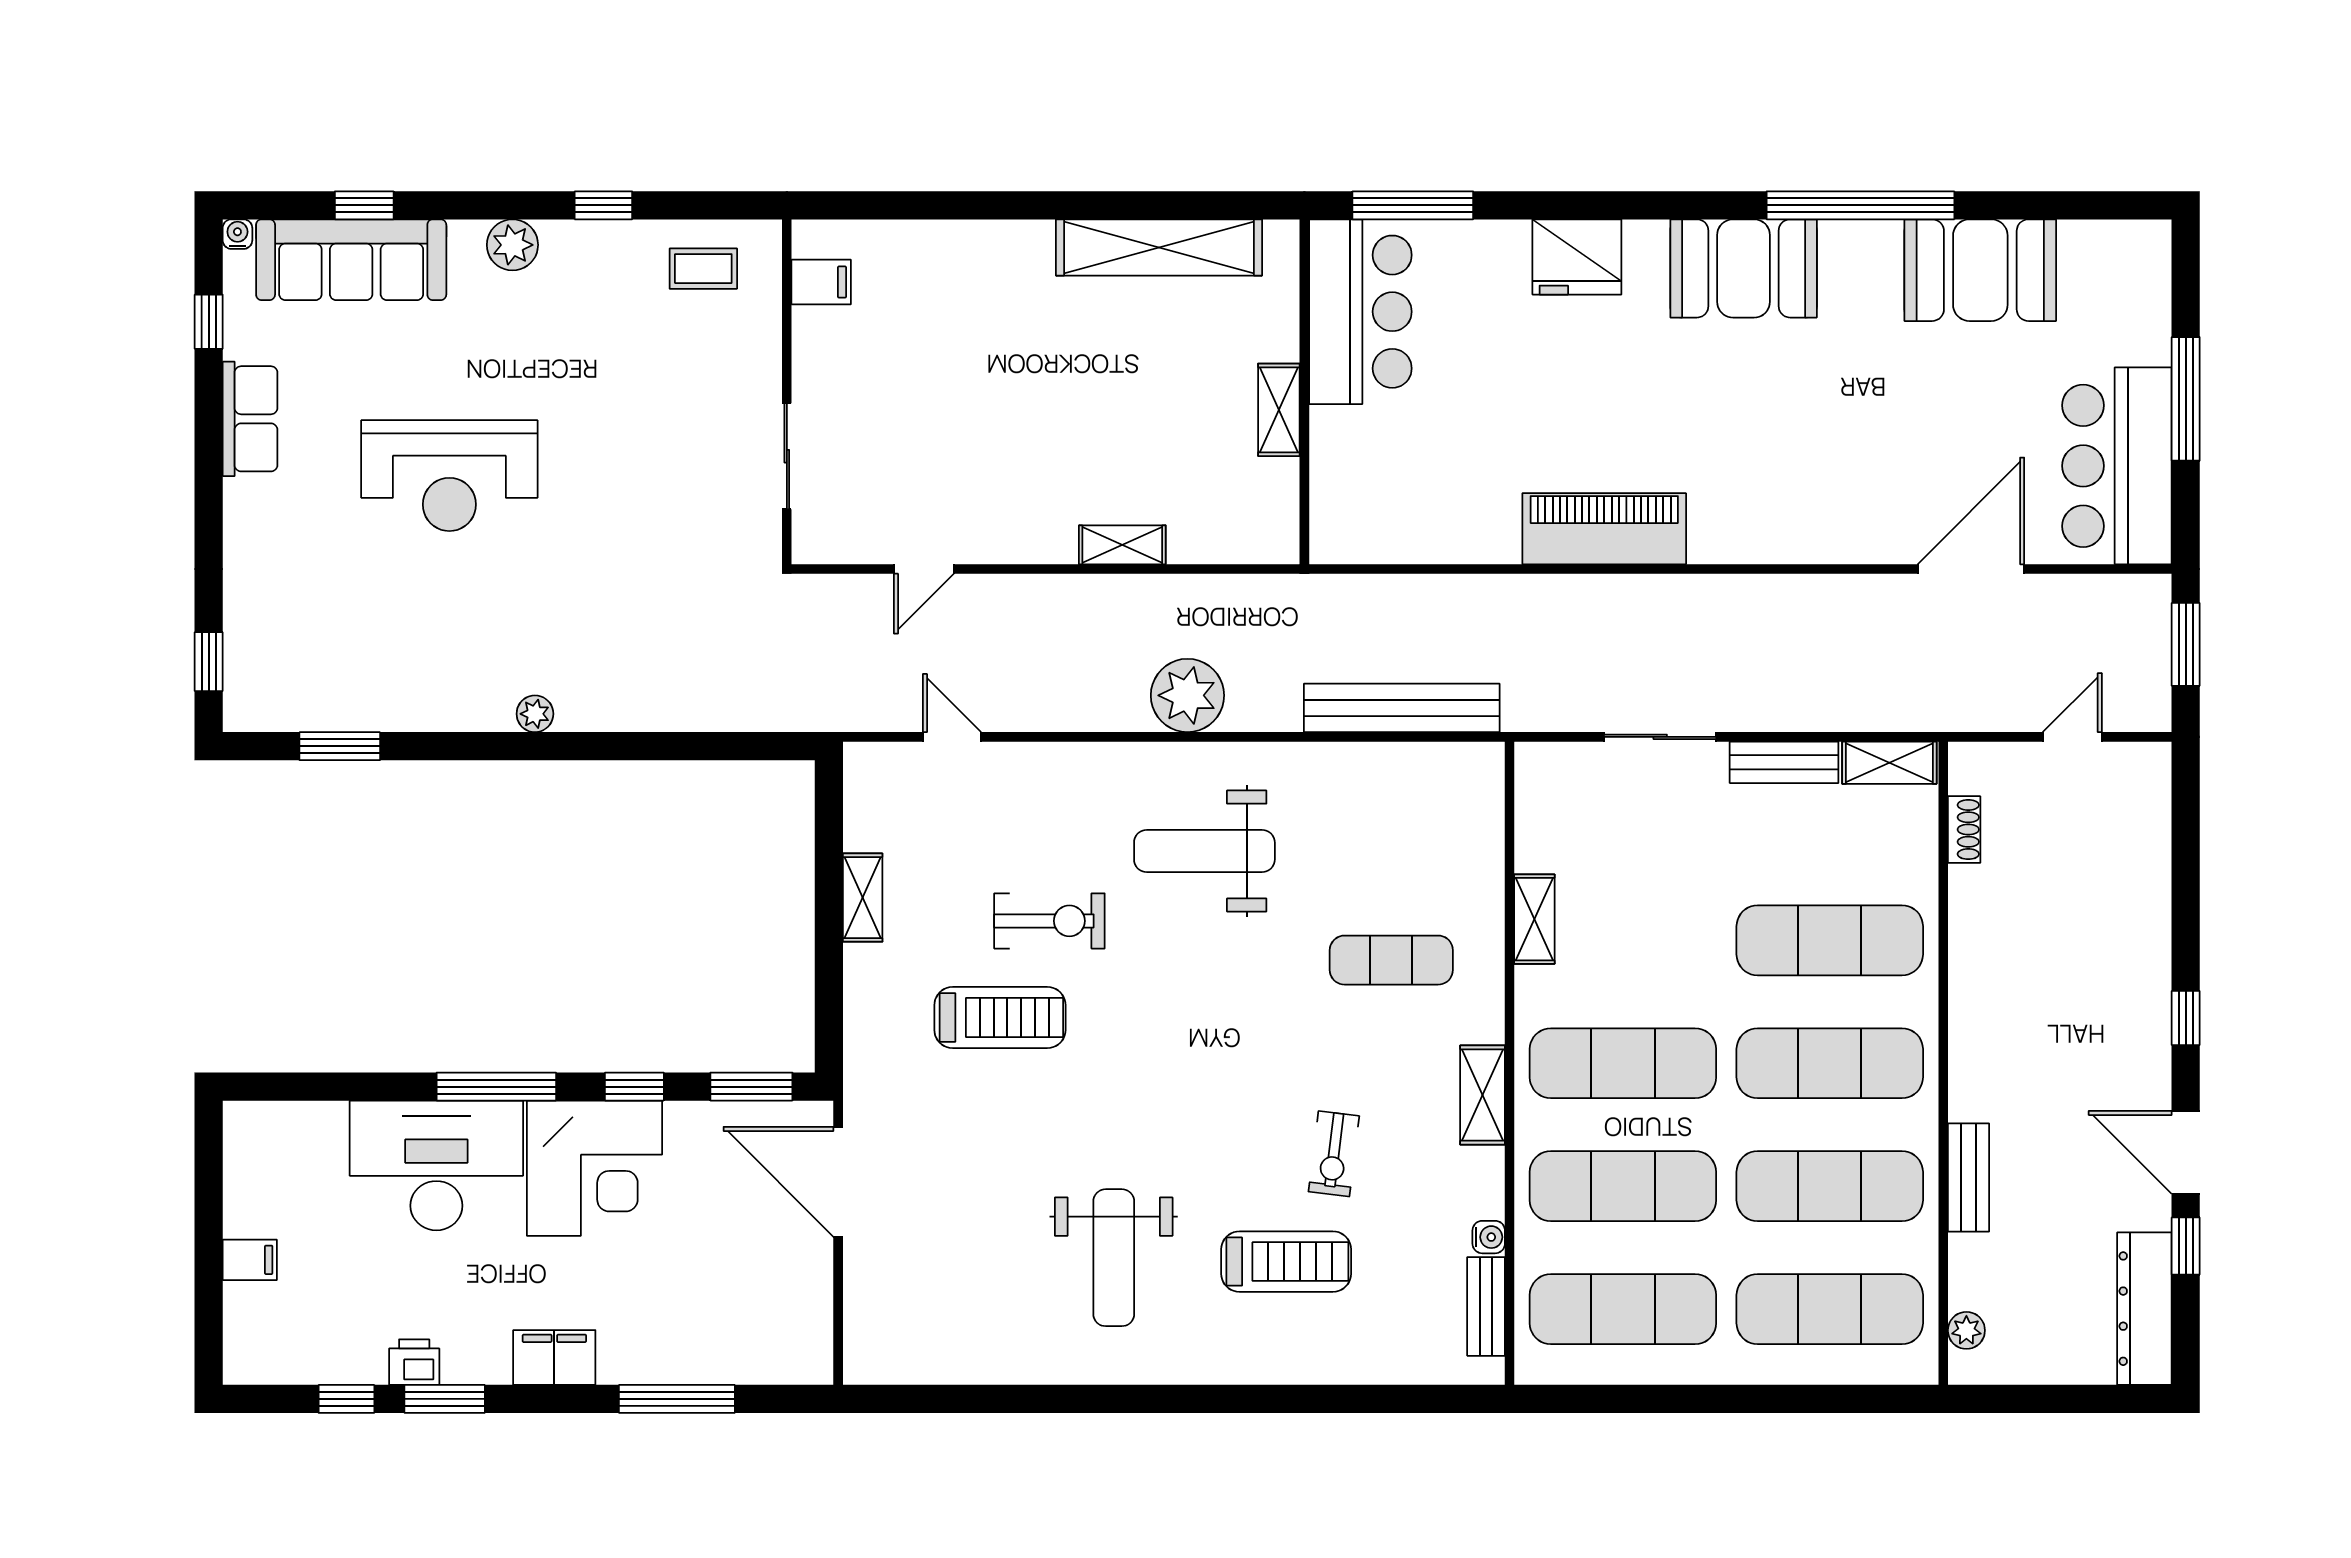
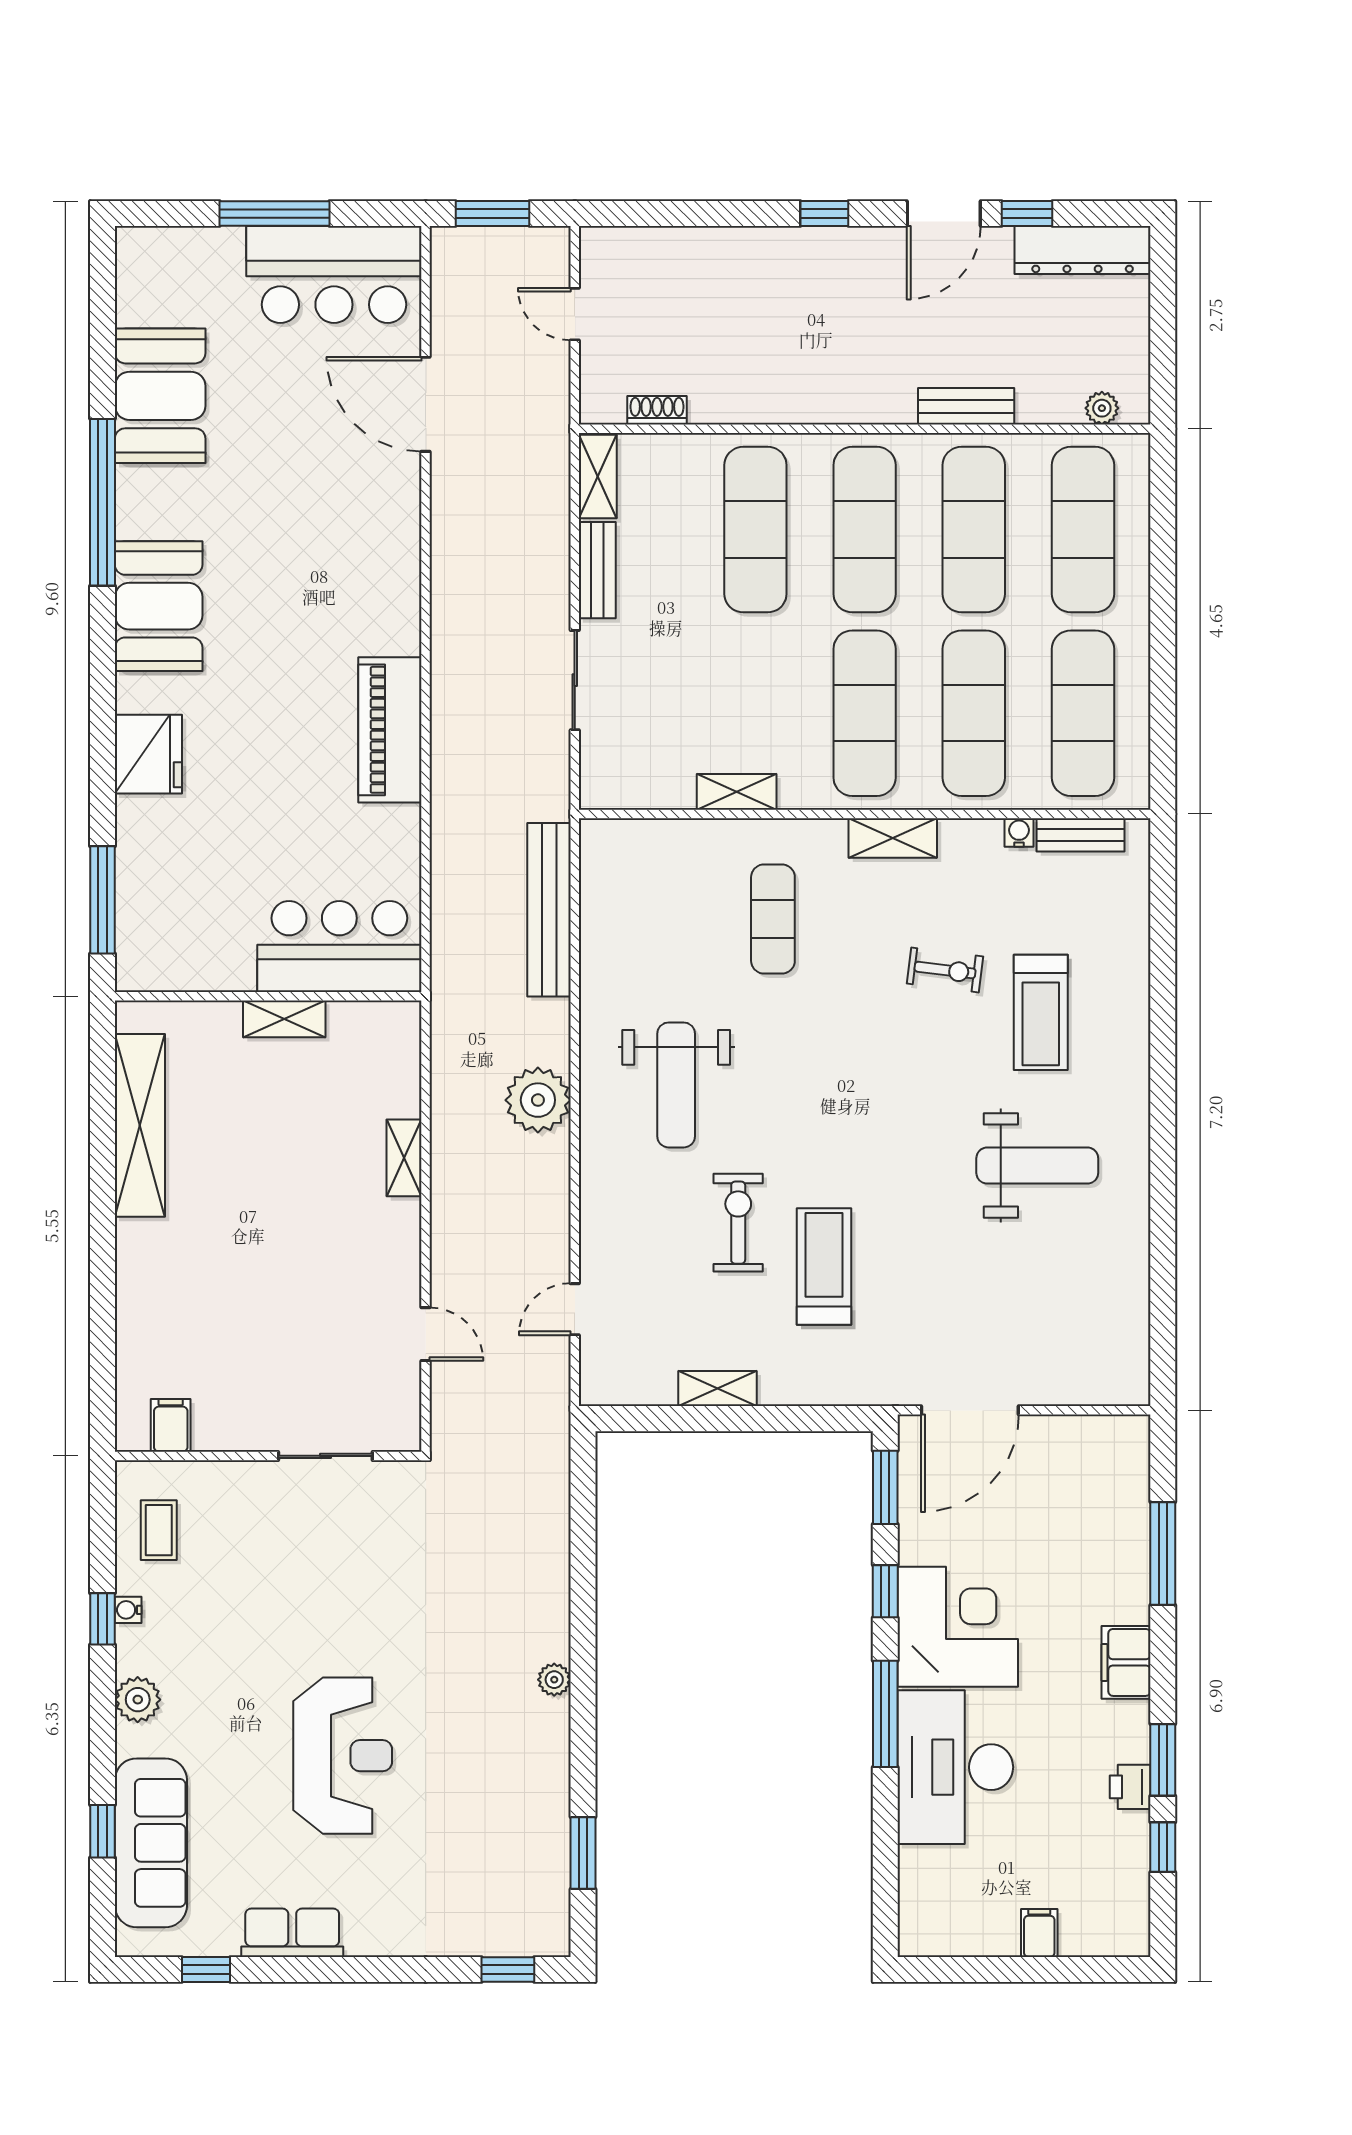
water cooler: (237, 234) -> (128, 1610), moved
bar counter: (1360, 312) -> (339, 946), moved
treadmill: (1286, 1262) -> (1041, 1012), turned 180

